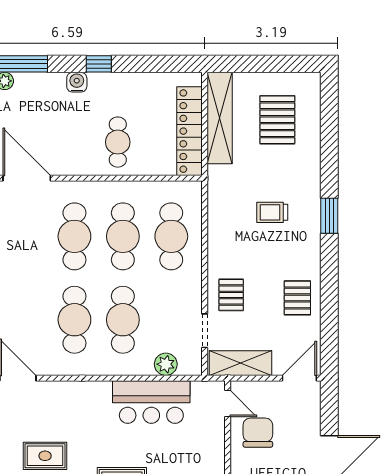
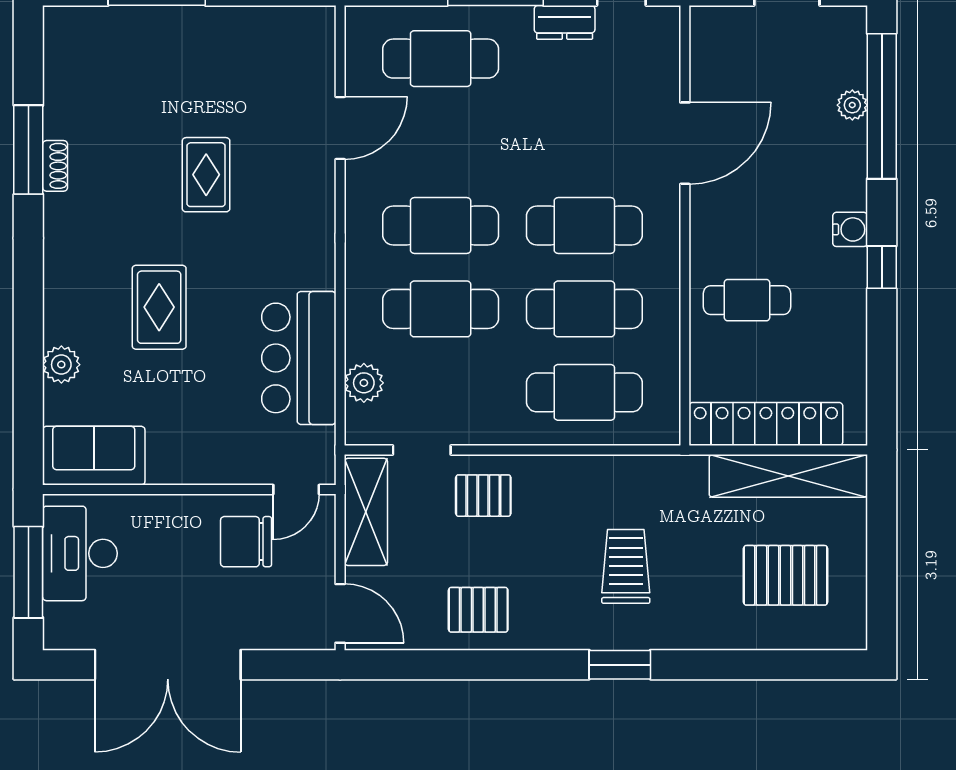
trolley: (272, 212) -> (626, 566), width x1.36, depth x1.39
chair: (258, 433) -> (246, 542), turned 180

